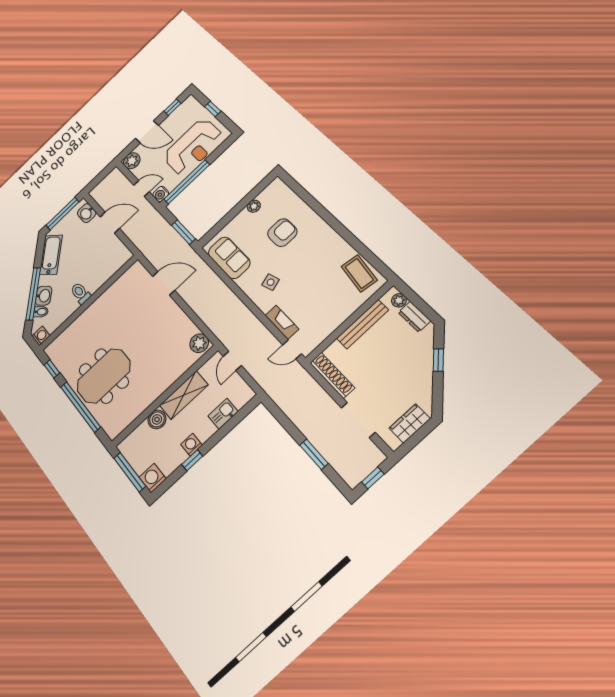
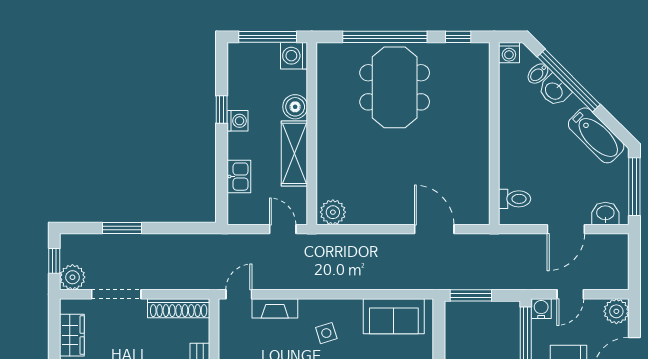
door: (164, 283) -> (434, 229), swing flipped
toilet: (80, 293) -> (515, 199), moved
plant: (373, 457) -> (72, 277), added
washing machine: (152, 478) -> (294, 56), moved, turned 180

